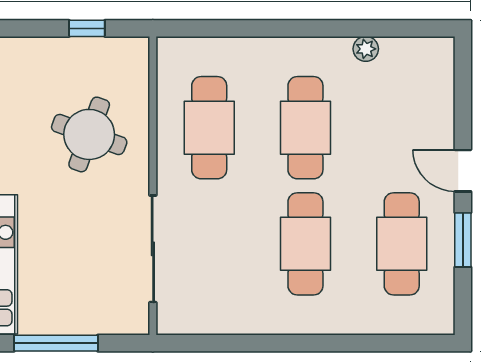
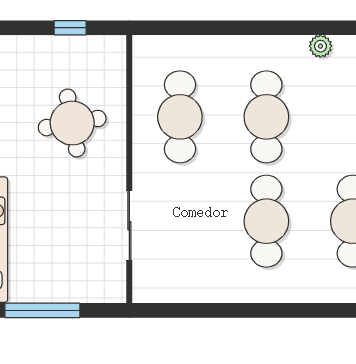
round table: (89, 134) -> (72, 123), turned -30
sliding door: (153, 249) -> (129, 226), width x0.73

